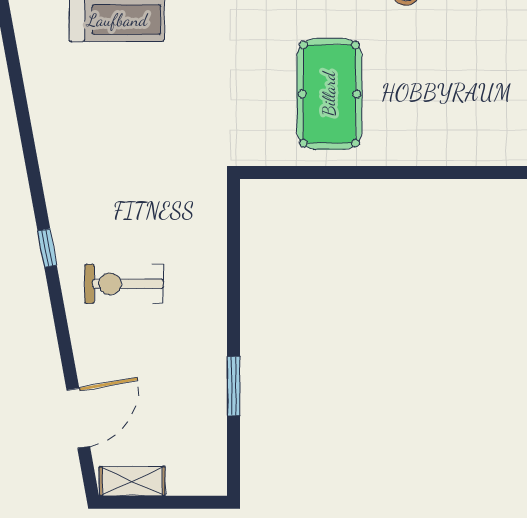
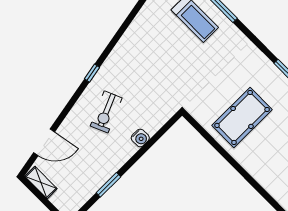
water cooler: (212, 272) -> (140, 138), added
exercise bike: (124, 284) -> (106, 112), turned -113

